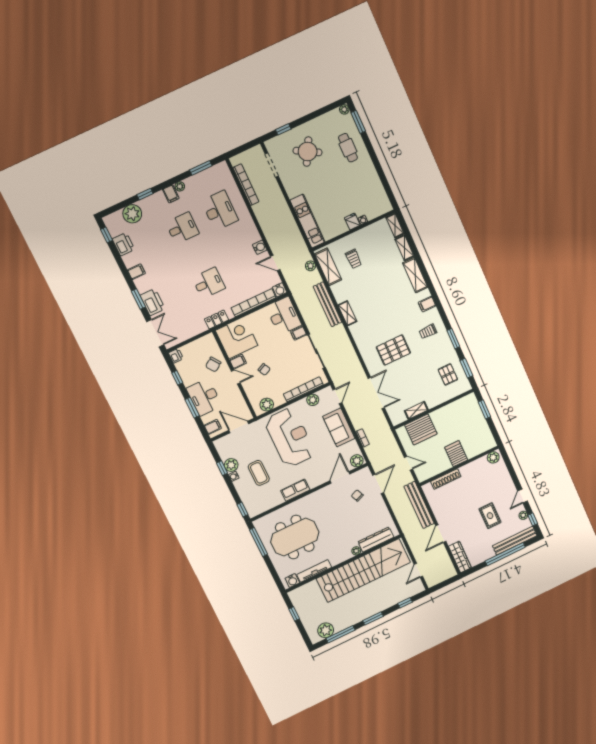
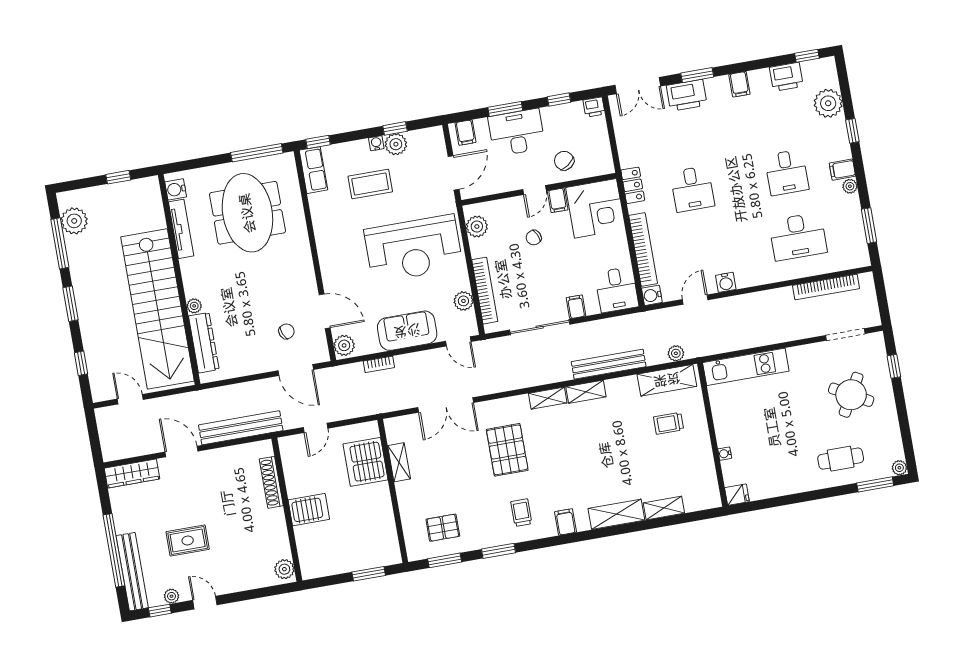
fridge: (352, 221) -> (737, 495), moved
shelving: (395, 225) -> (548, 398), moved
desk: (284, 316) -> (617, 290), width x0.73
row of seats: (295, 490) -> (313, 170), moved

